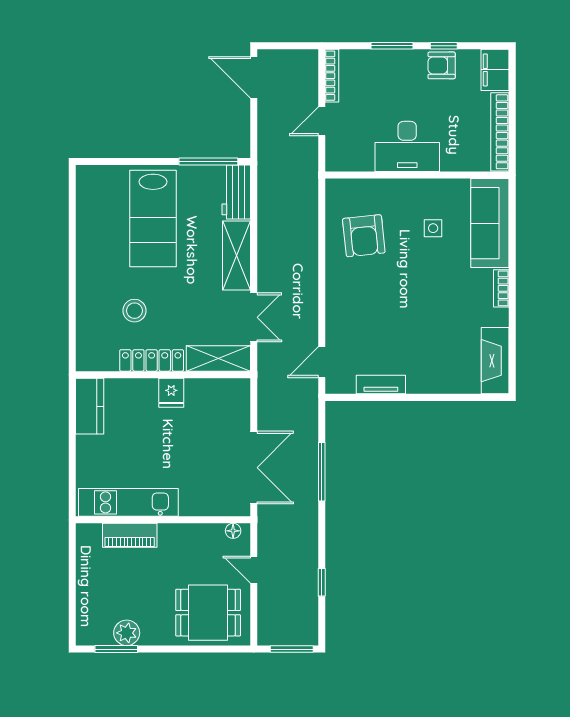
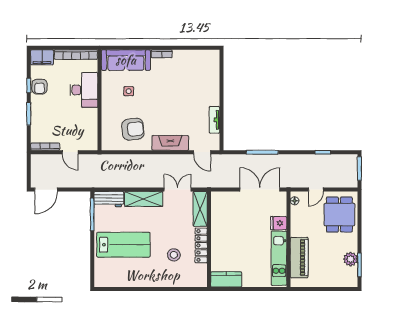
desk: (407, 146) -> (84, 90), moved
fireplace: (495, 361) -> (170, 143), moved, turned 180
fridge: (171, 393) -> (279, 223), moved, turned 180
piano: (130, 535) -> (299, 257), width x1.37, depth x1.33

